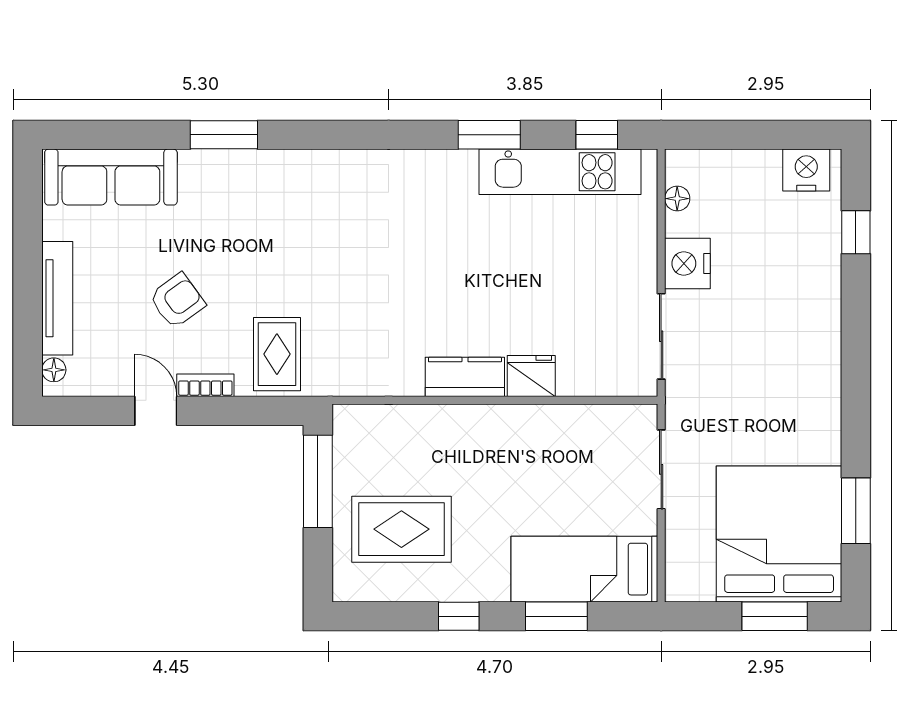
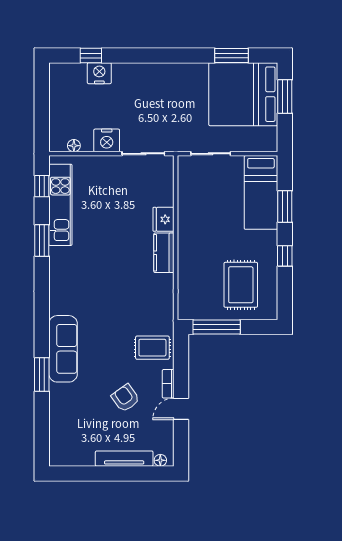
nightstand: (806, 170) -> (99, 73), moved, turned 90
sofa: (111, 177) -> (63, 349), moved

